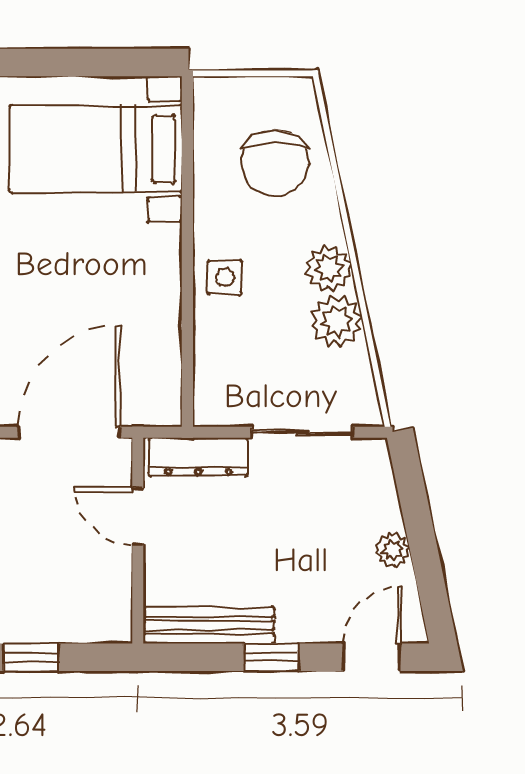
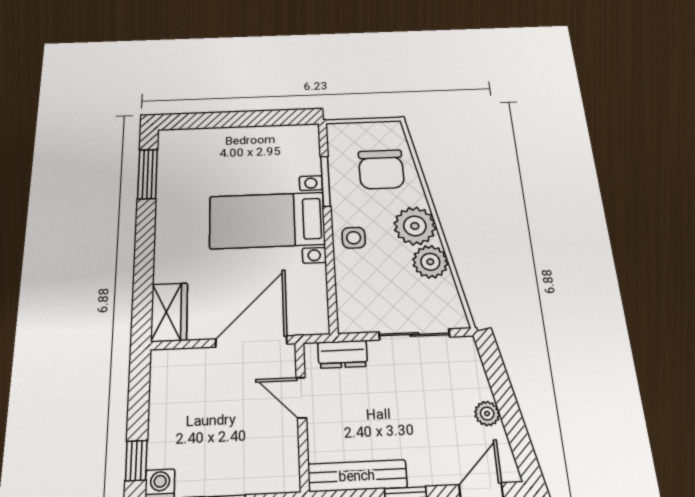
bed with nightstands: (96, 149) -> (267, 220), moved
window: (187, 180) -> (325, 181), added
plant: (329, 268) -> (415, 226), width x1.36, depth x1.36
dresser: (198, 457) -> (343, 354), width x0.70

